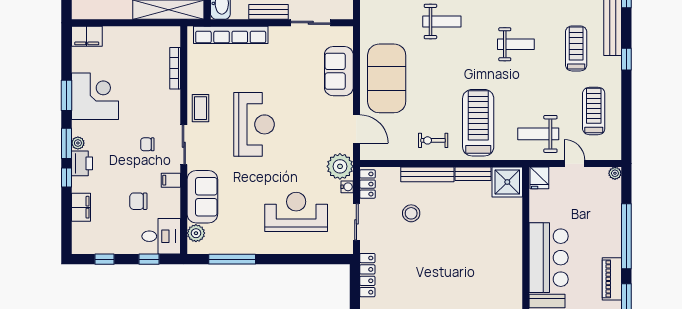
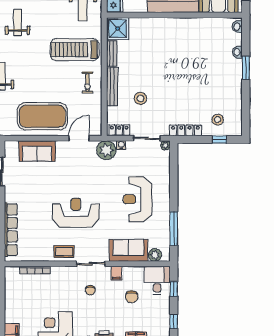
reception desk: (296, 212) -> (138, 199), moved
plant: (347, 248) -> (165, 145), added

